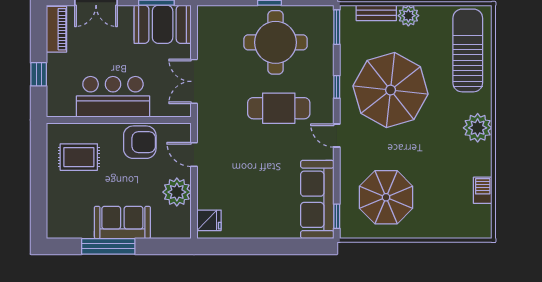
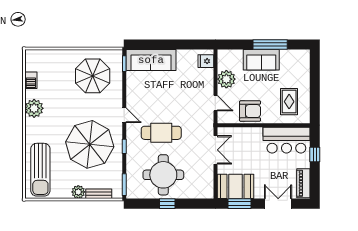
bar counter: (113, 97) -> (286, 140), moved
plant: (478, 128) -> (34, 108), moved
armchair: (140, 142) -> (250, 111), turned 180
rug: (79, 157) -> (289, 102), turned 90
sofa: (317, 199) -> (151, 60), moved, turned 90

